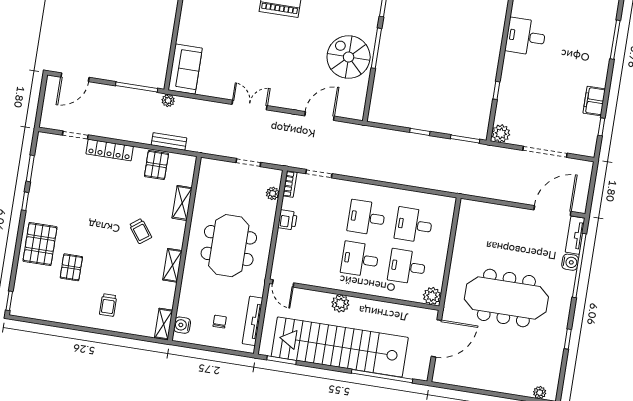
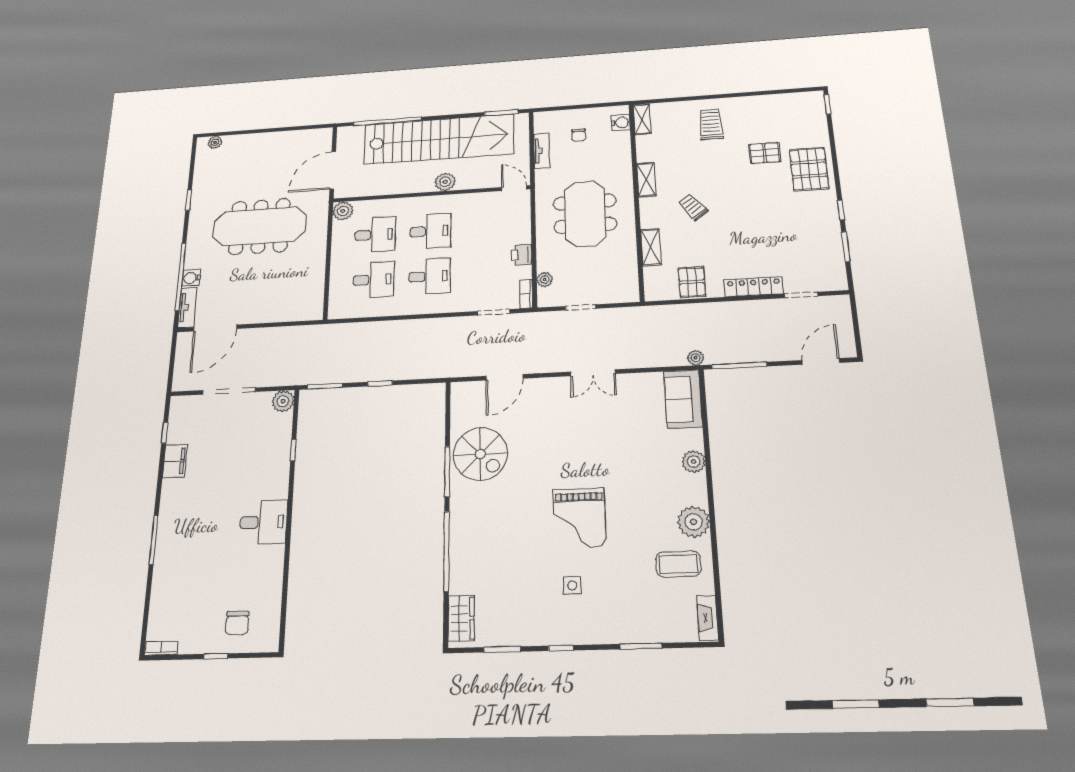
plant: (188, 18) -> (694, 462), added
bench: (169, 141) -> (683, 311), removed
pallet: (71, 267) -> (765, 153), turned 90
trolley: (108, 305) -> (711, 124), width x1.36, depth x1.39
tv unit: (253, 321) -> (542, 151), width x0.71

